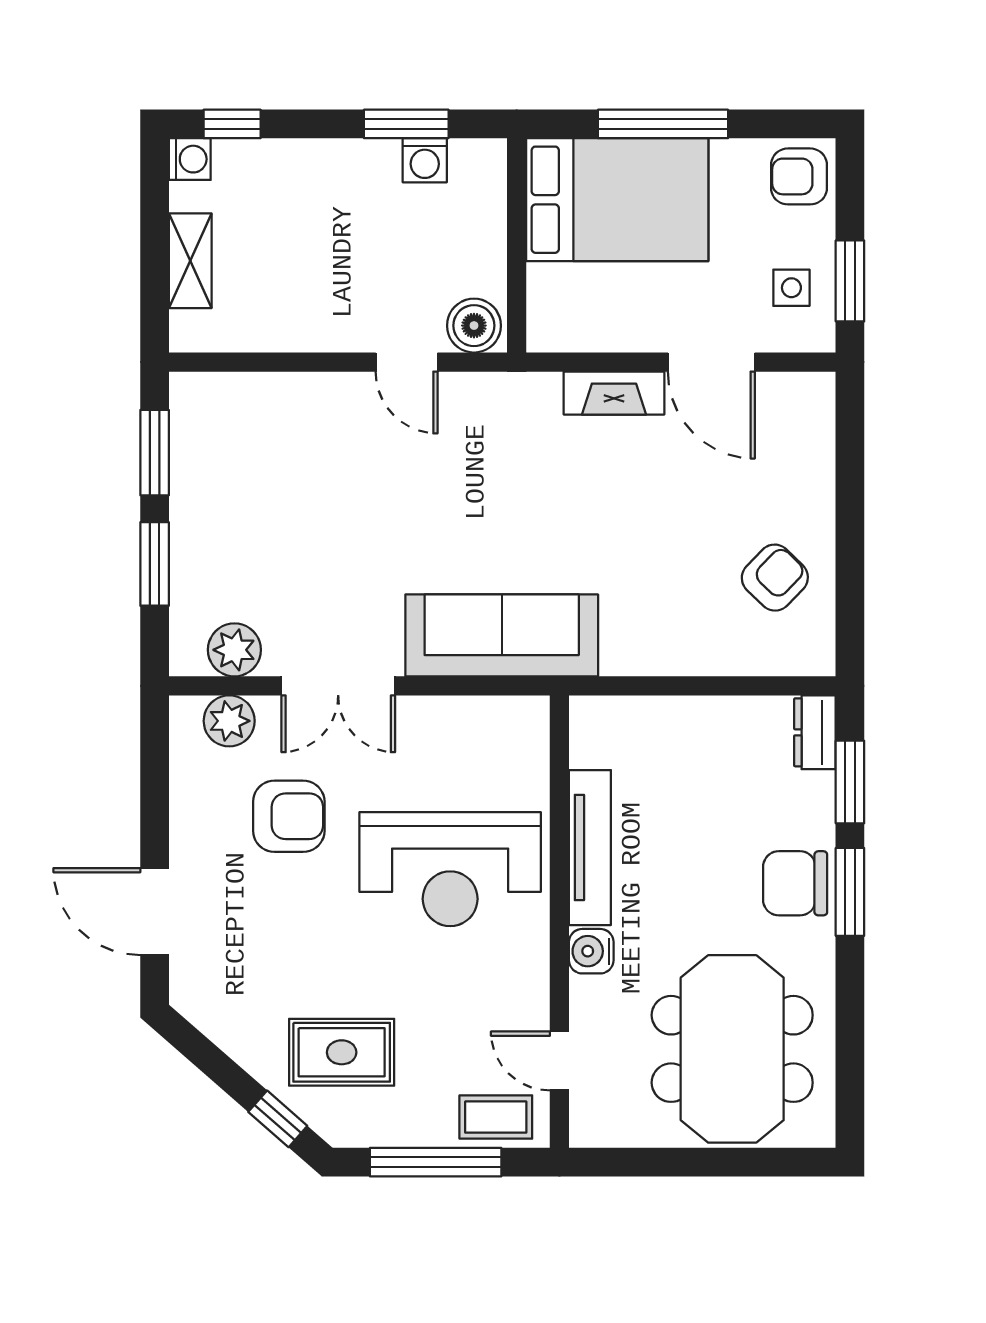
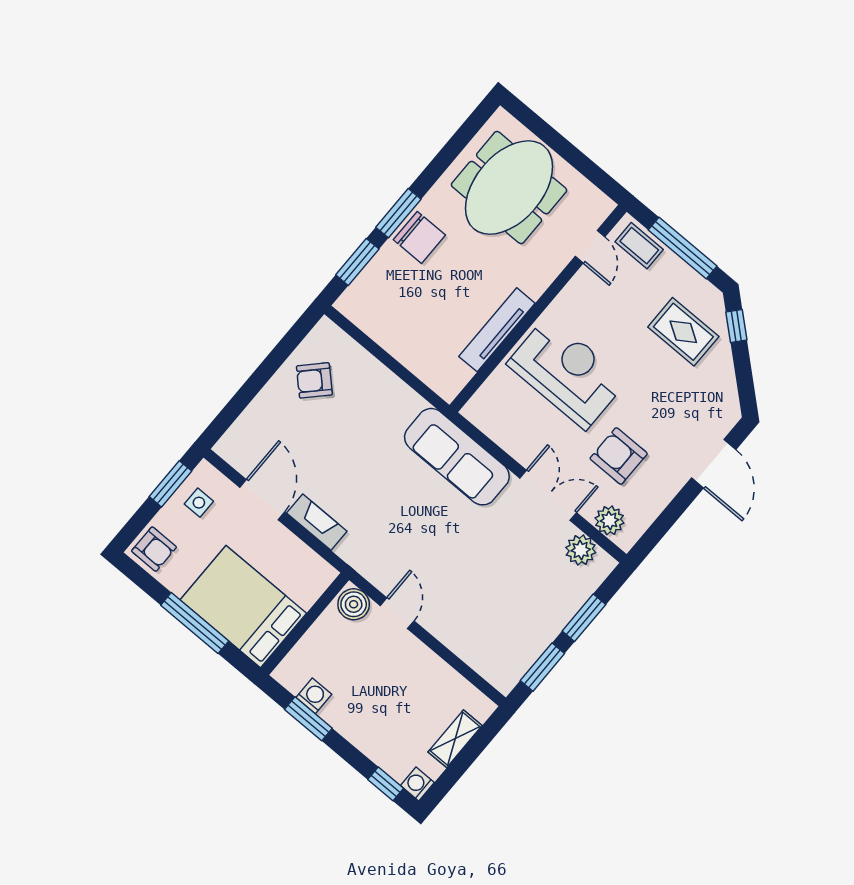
dresser: (815, 732) -> (354, 297), removed
water cooler: (591, 951) -> (535, 283), removed

